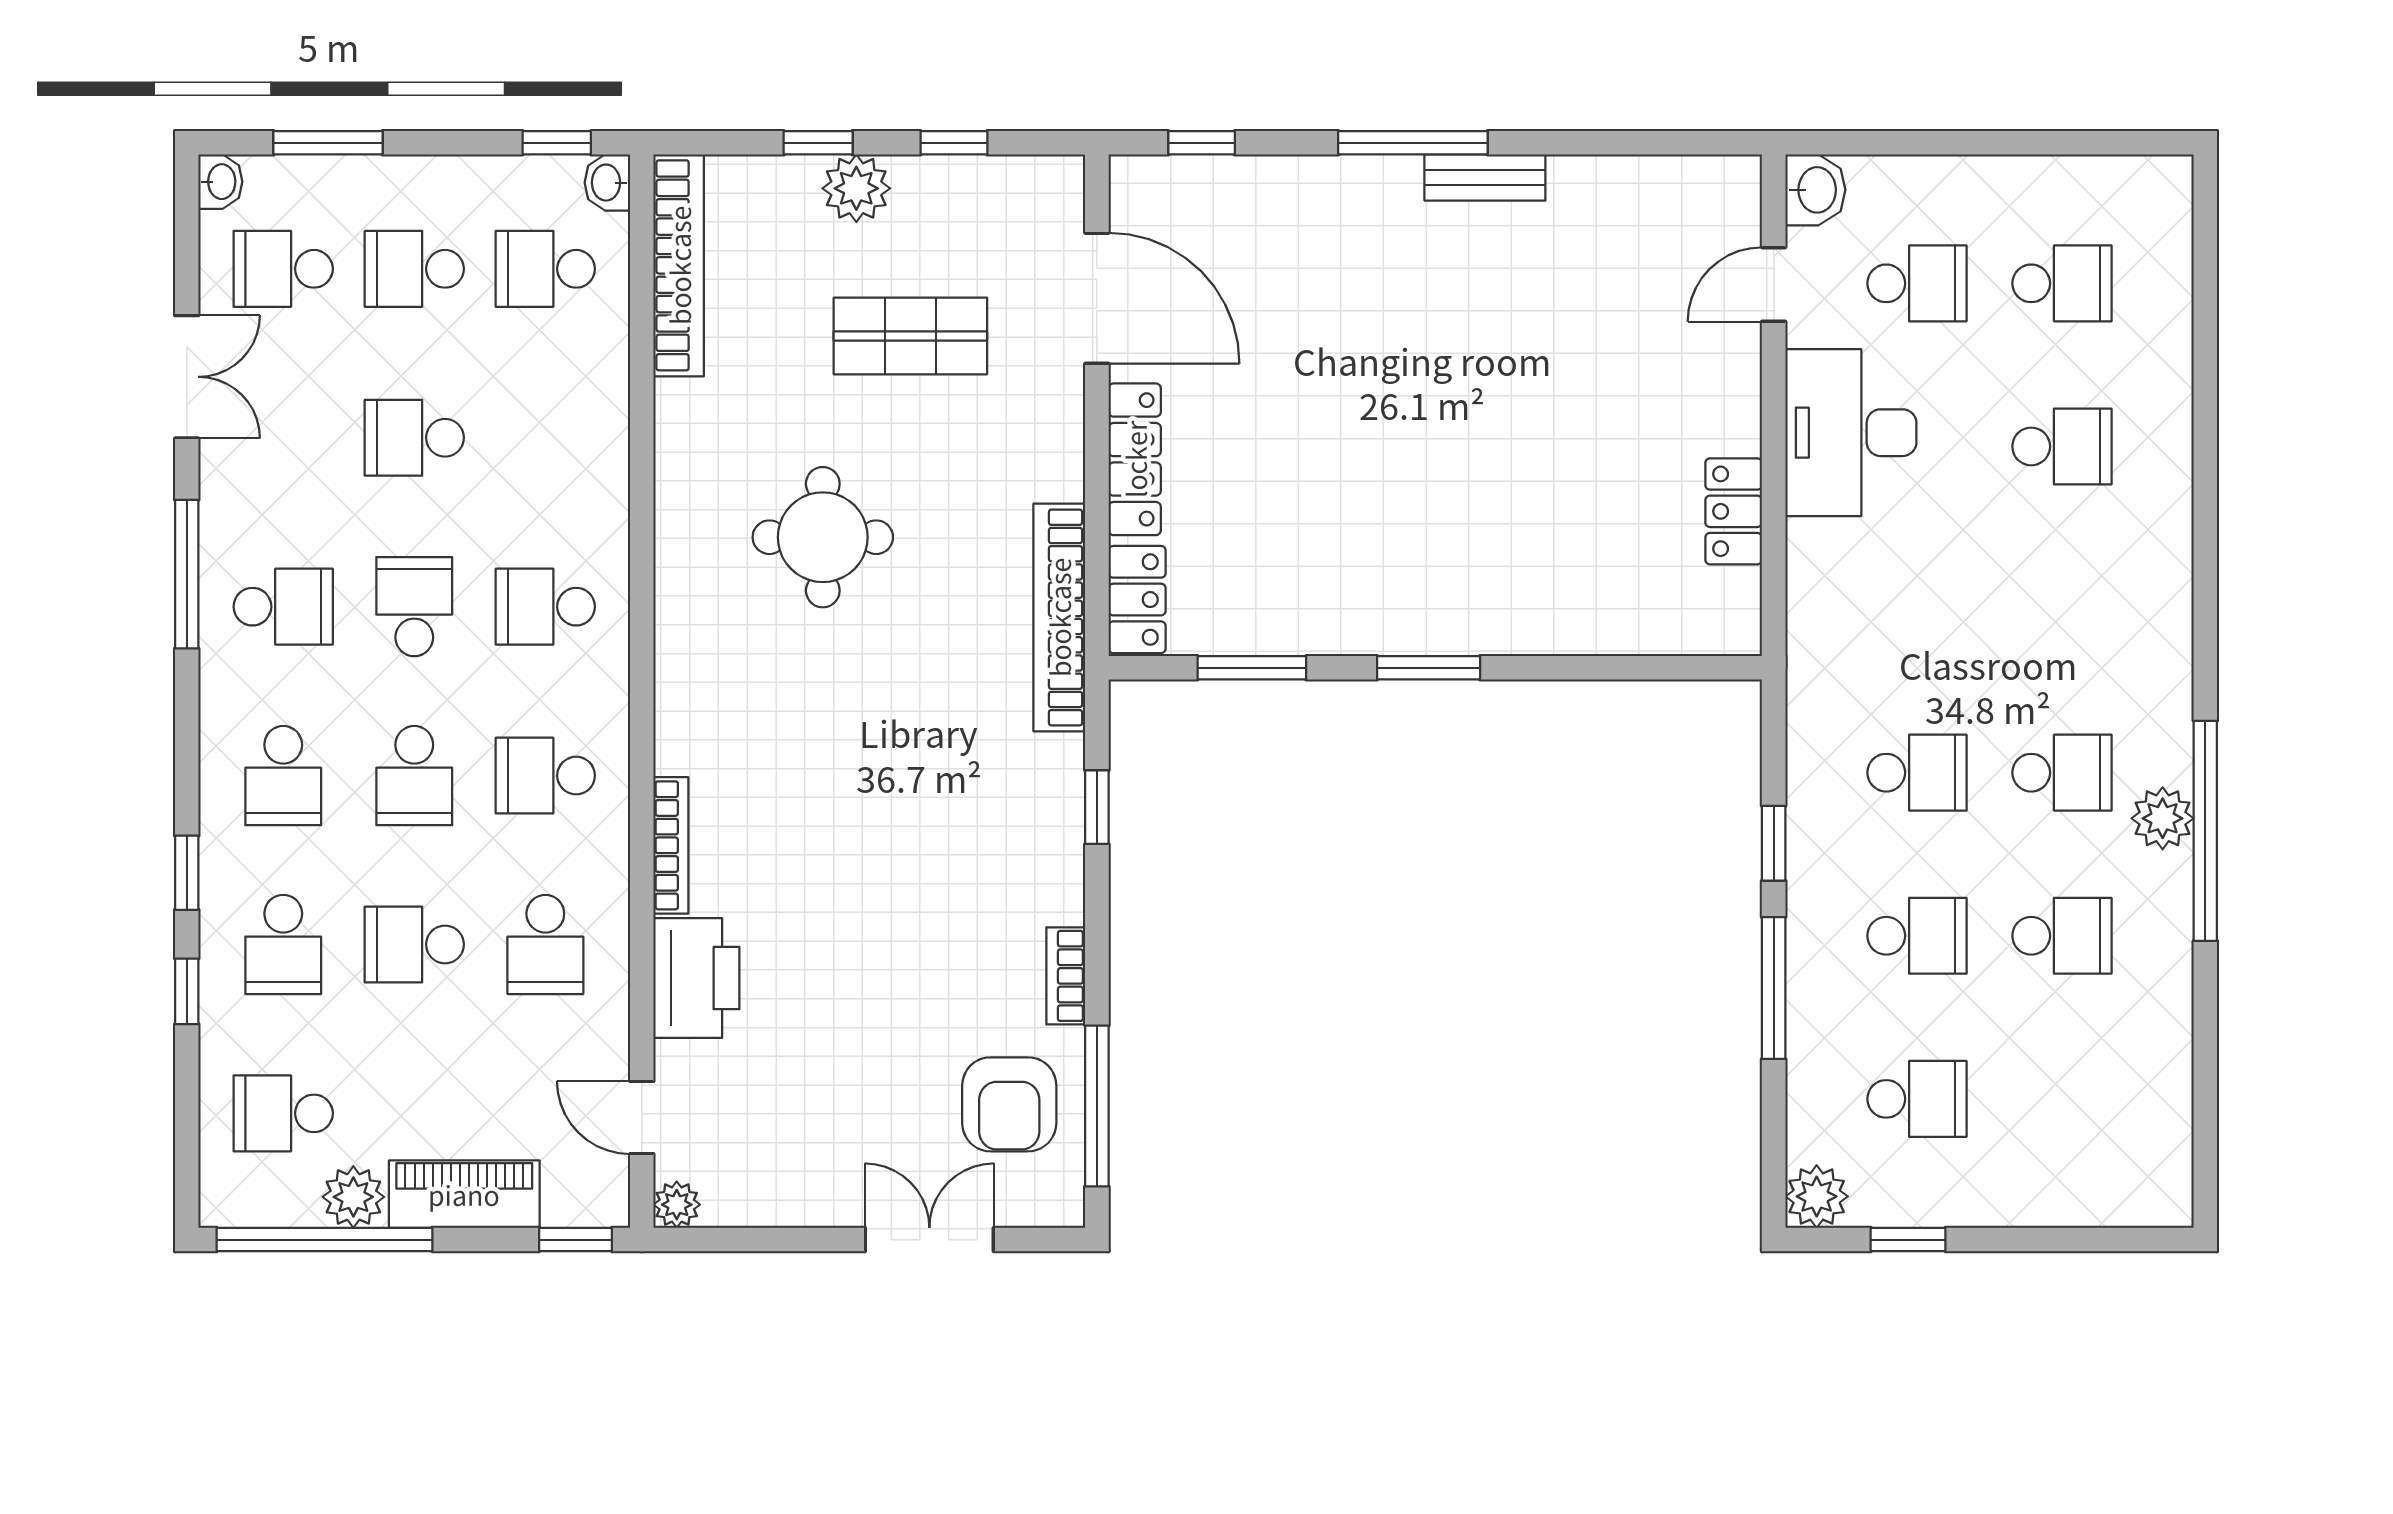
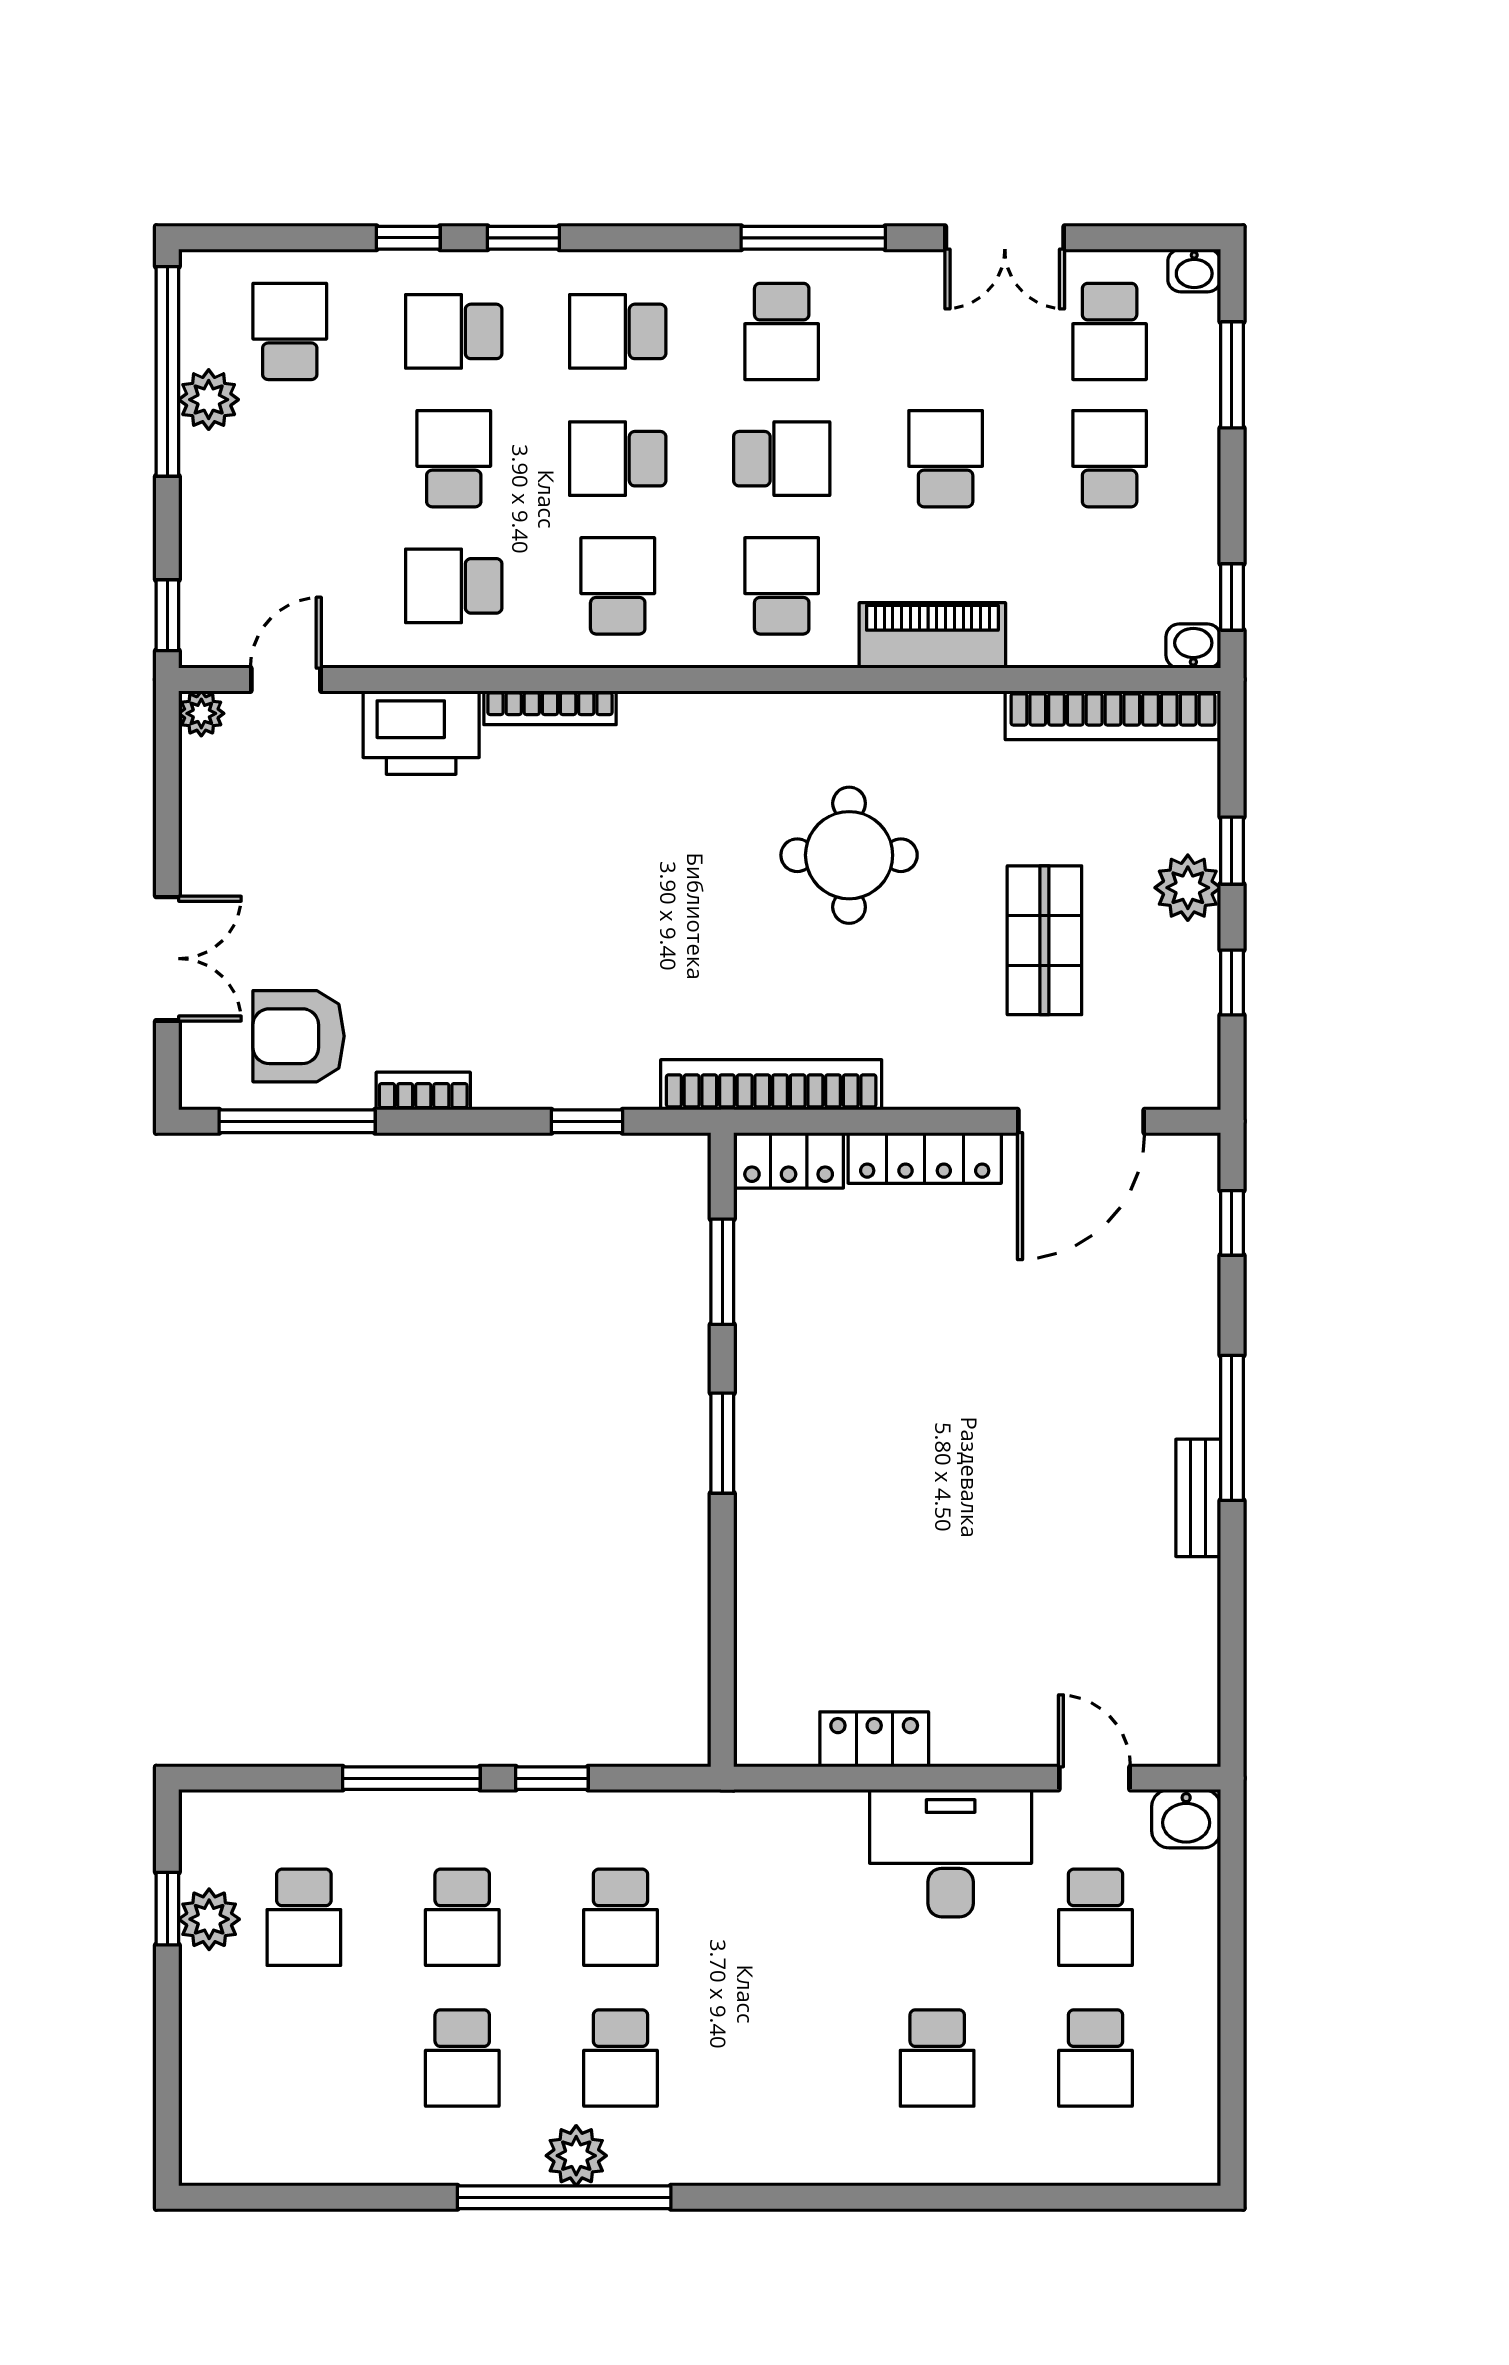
school desk: (283, 269) -> (1110, 331), turned 180
school desk: (545, 269) -> (1110, 586), removed
piano: (464, 1194) -> (932, 635), moved, turned -90
plant: (1817, 1196) -> (209, 1919), moved

